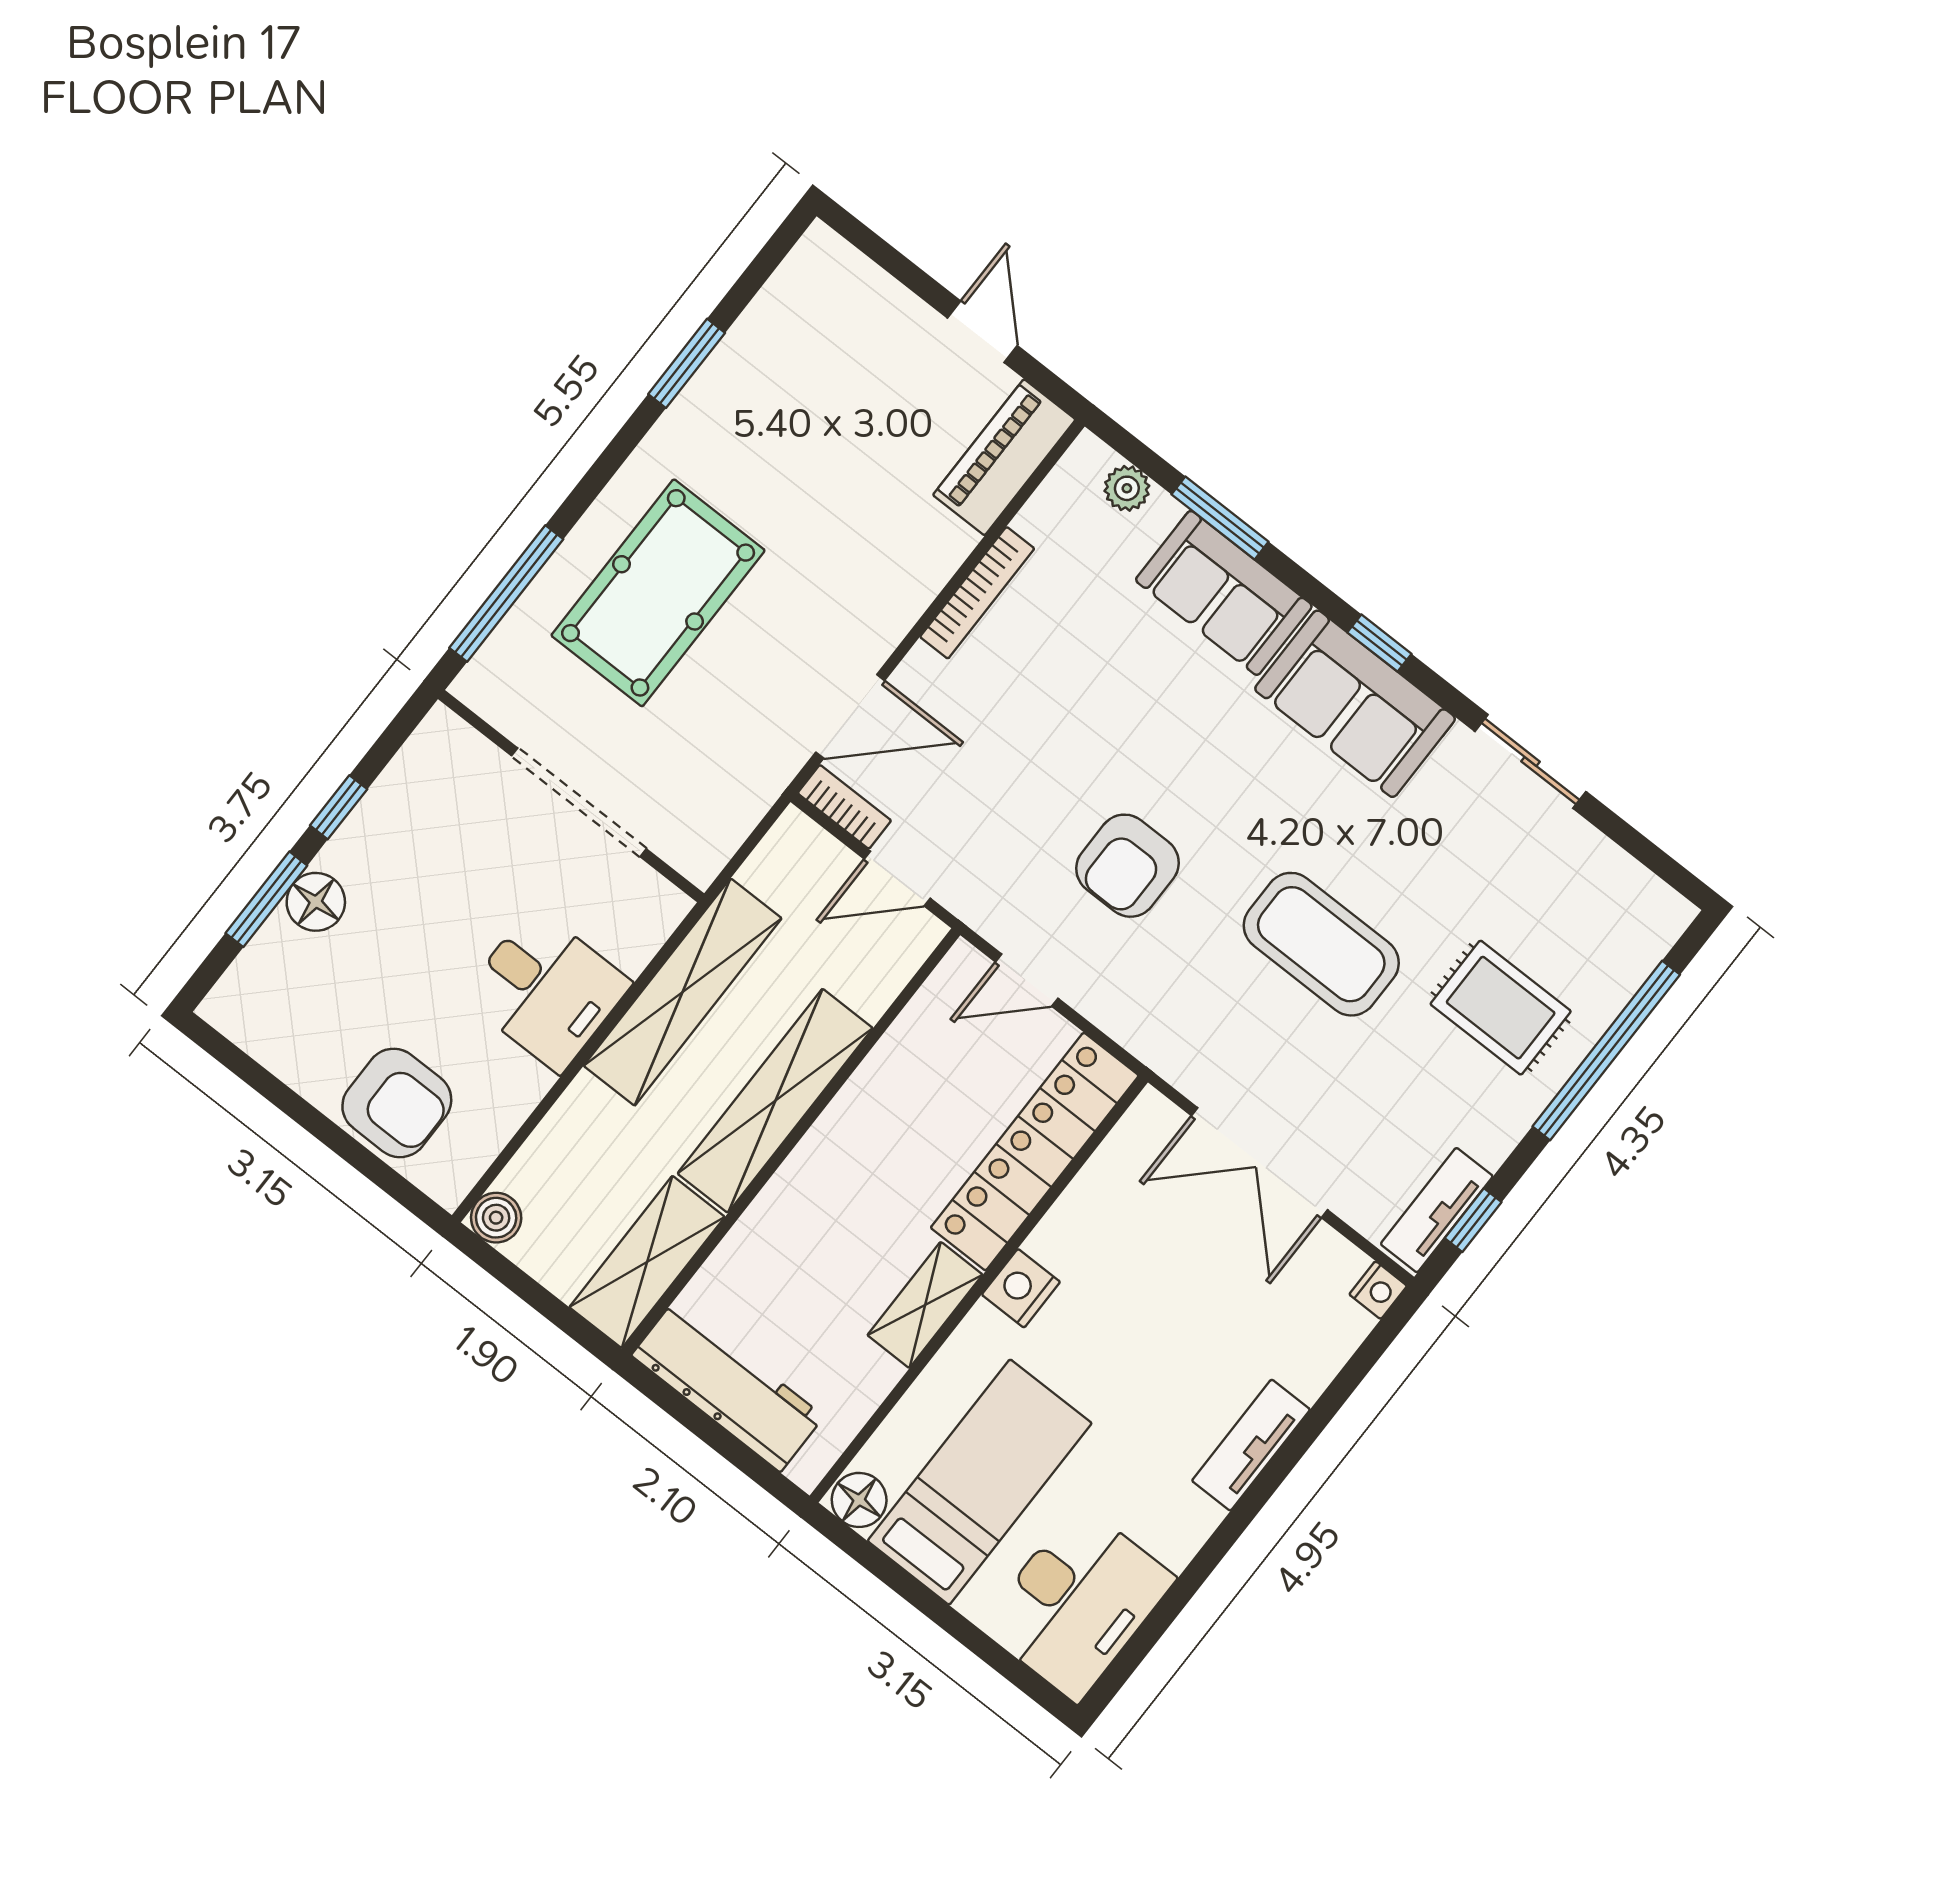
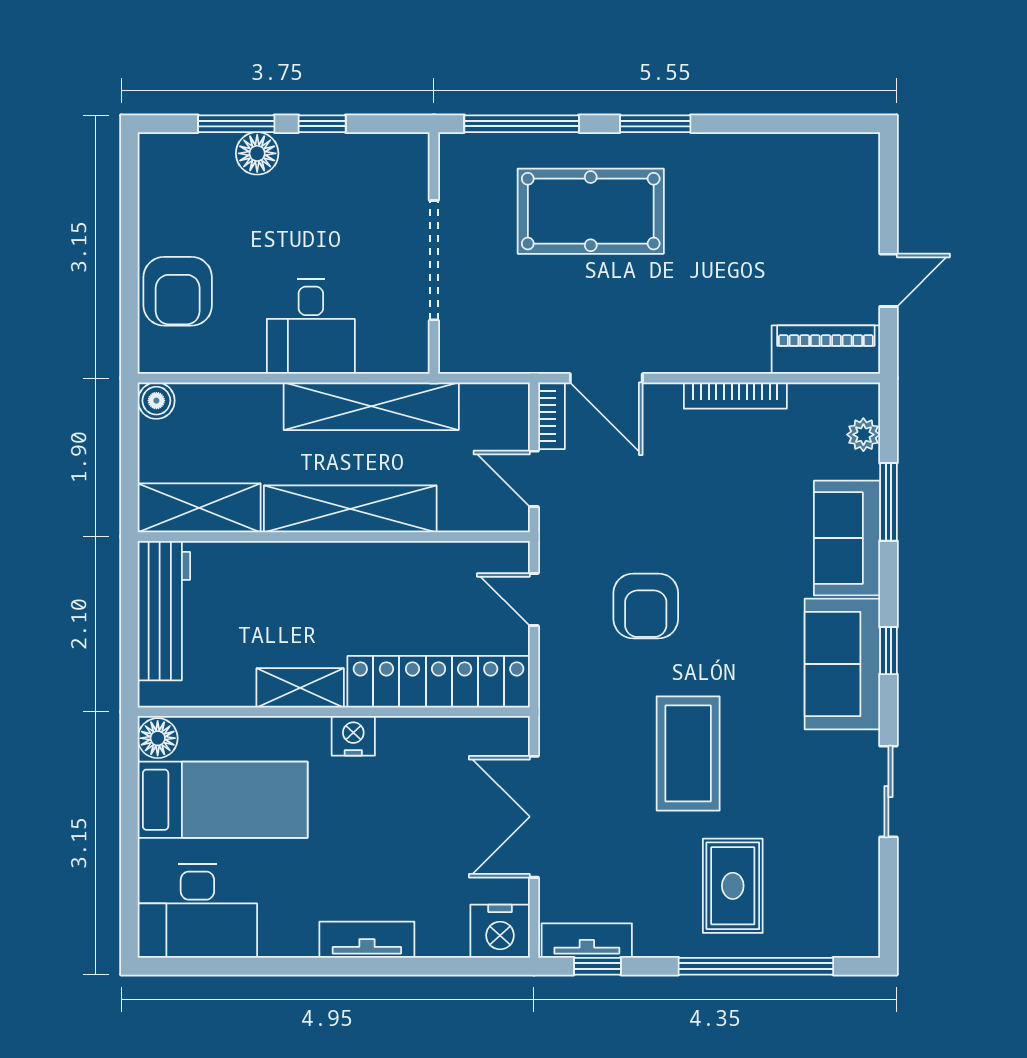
window: (687, 363) -> (655, 124), moved
armchair: (1128, 866) -> (646, 606), turned -90
nightstand: (1378, 1290) -> (500, 931), width x1.89, depth x1.79

